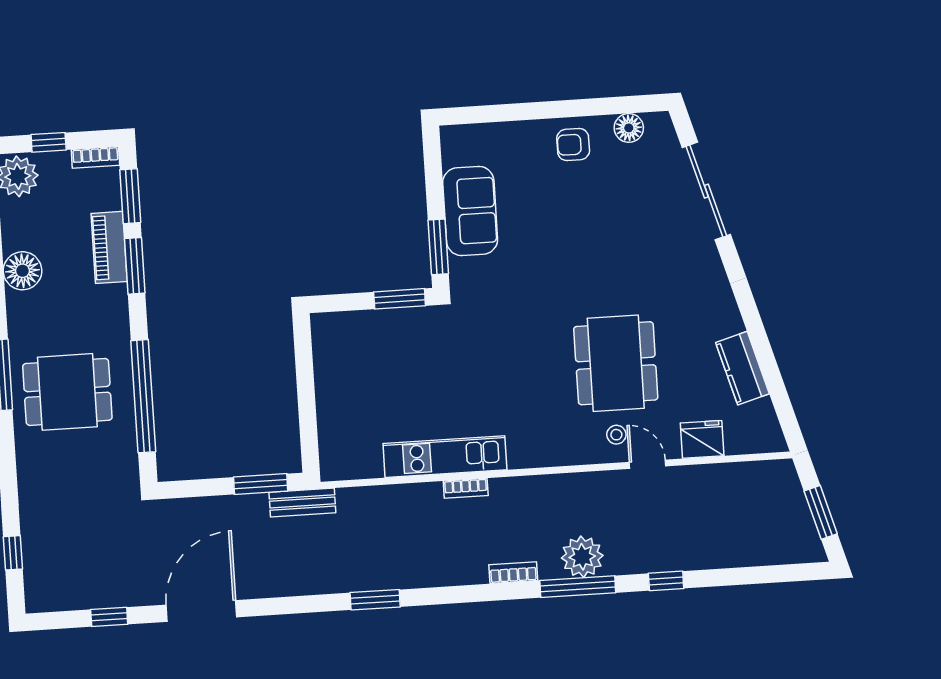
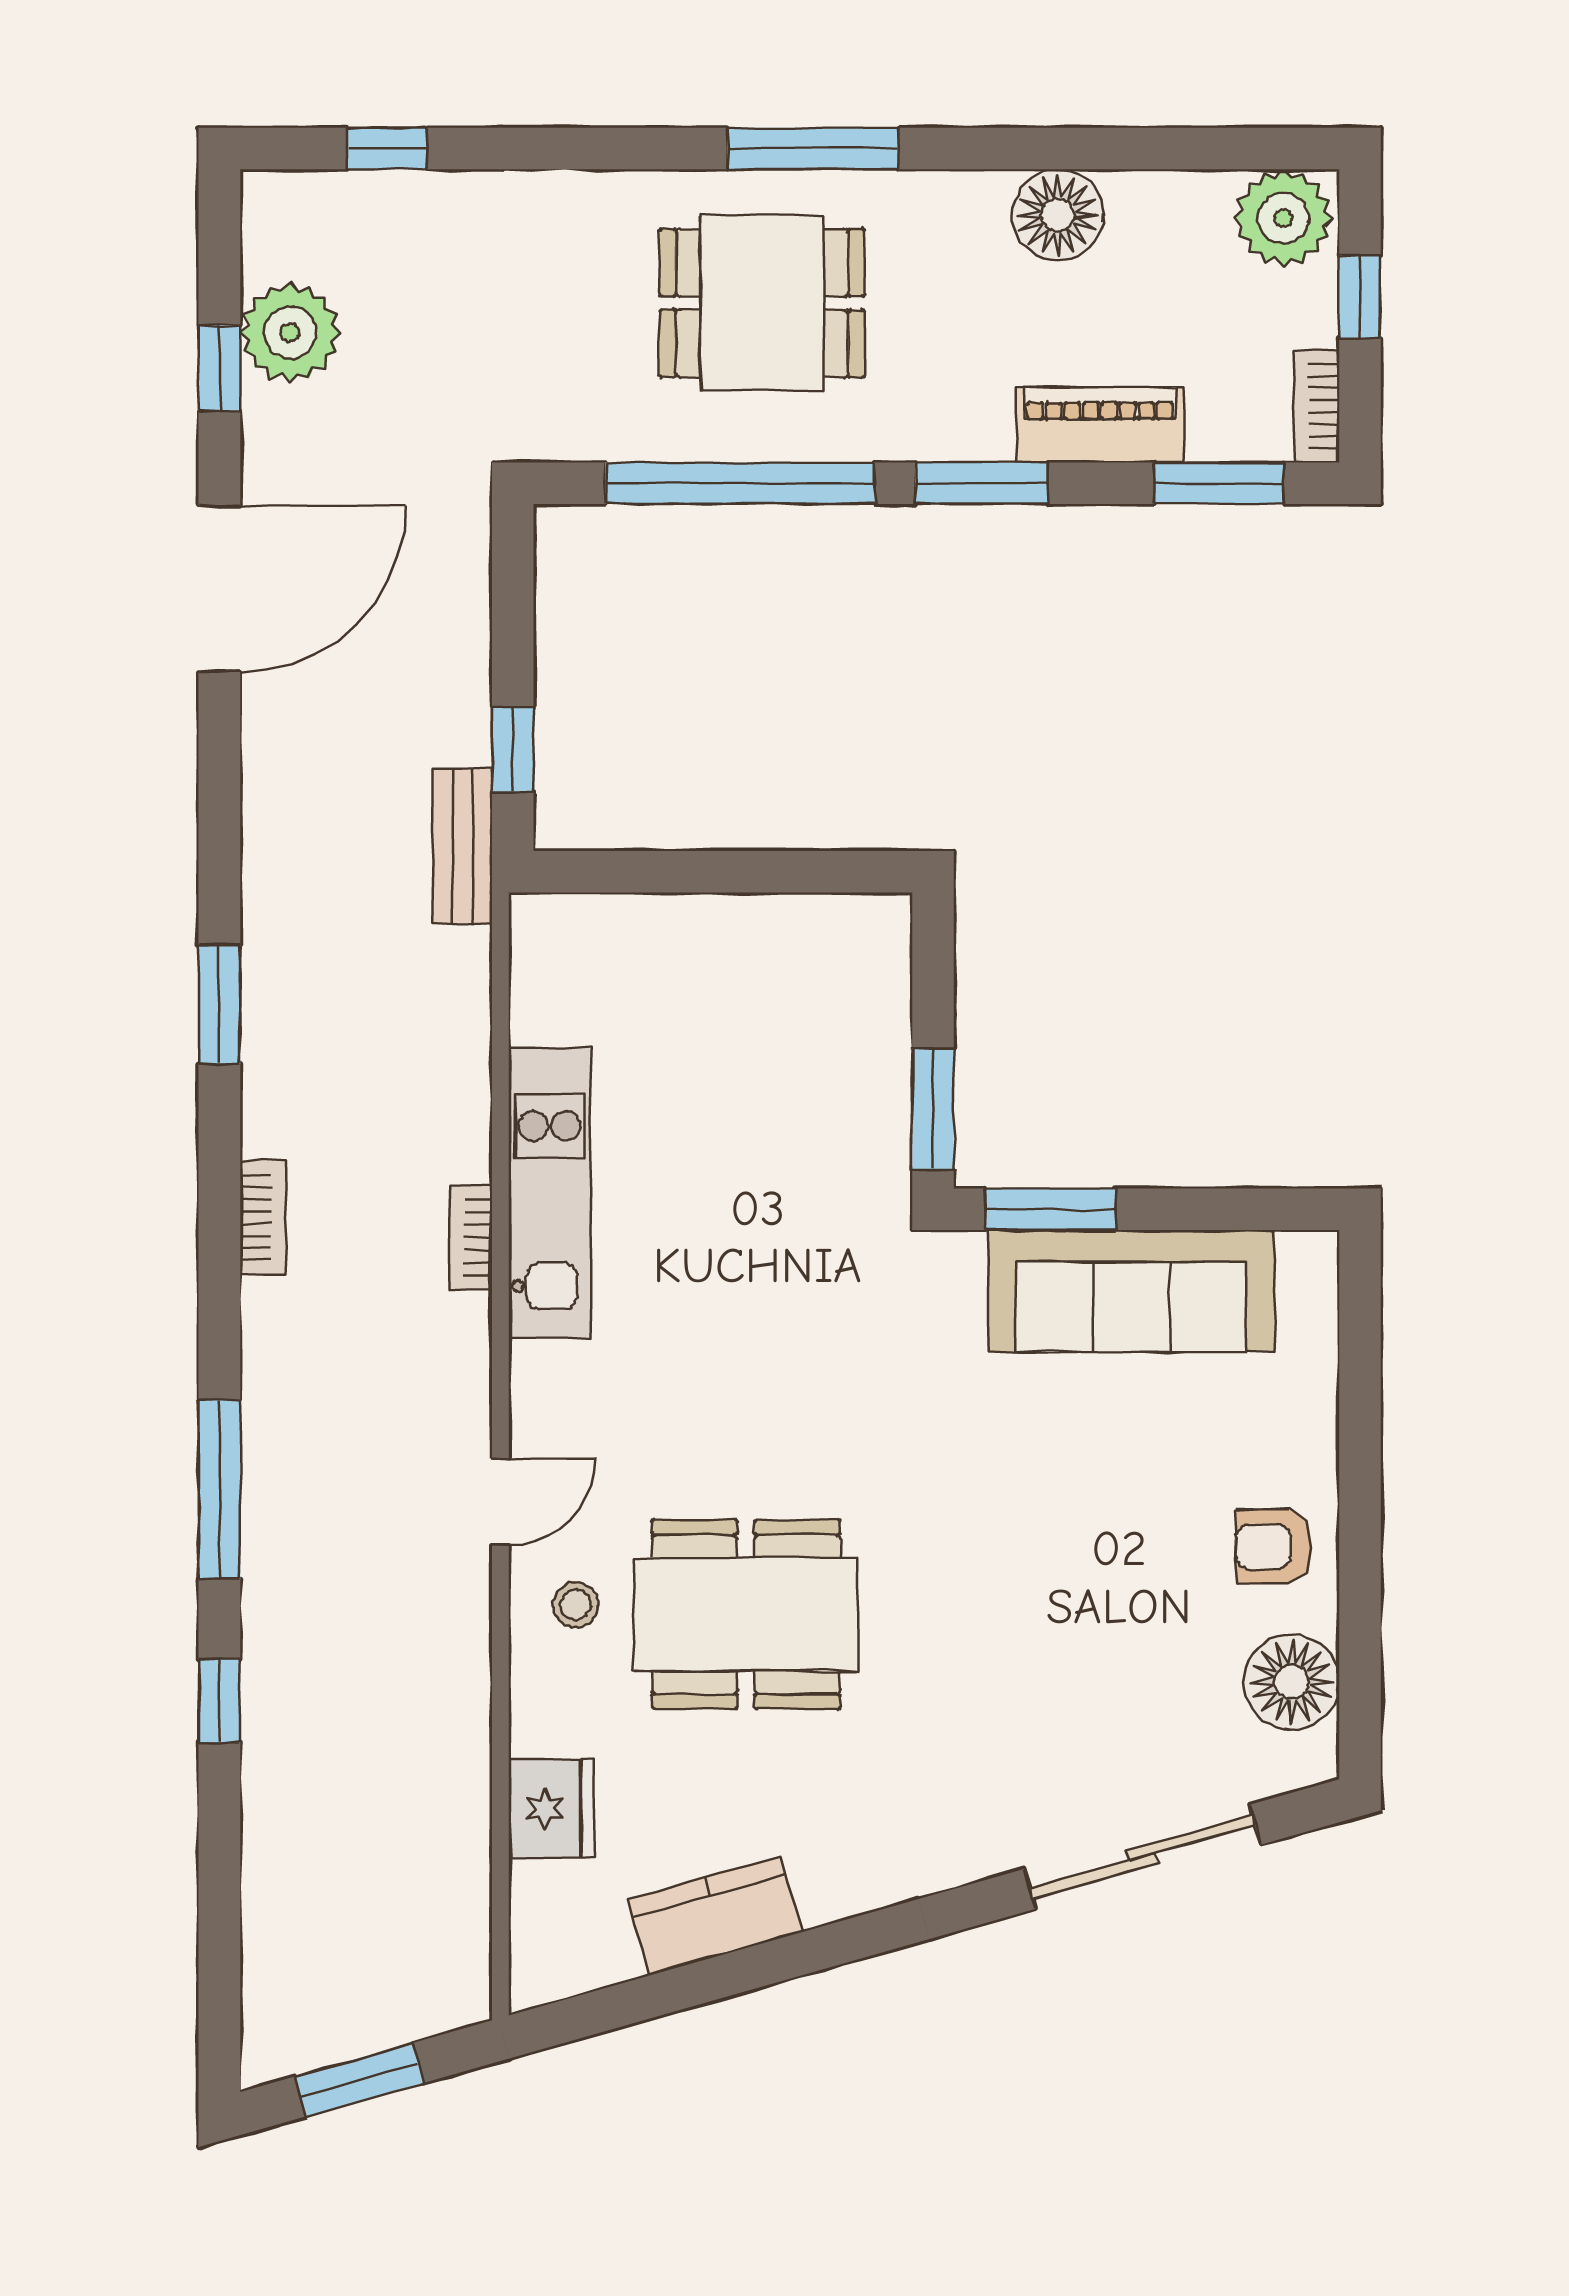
floor lamp: (629, 128) -> (1292, 1682), width x1.38, depth x1.38
armchair: (573, 145) -> (1274, 1546), turned -90
sofa: (470, 211) -> (1131, 1291), width x1.36
window: (135, 266) -> (982, 483), moved
dining table: (67, 392) -> (762, 303), turned 90
door: (647, 464) -> (500, 1502), moved
window: (261, 484) -> (513, 749), width x0.67
plant: (582, 557) -> (290, 333), moved
bookcase: (513, 573) -> (263, 1217), moved
door: (201, 611) -> (219, 589), hinge flipped

